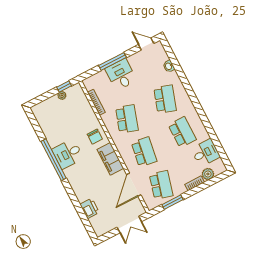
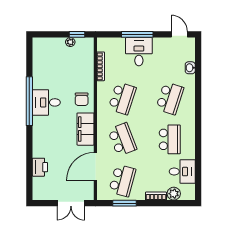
school desk: (144, 152) -> (122, 139), turned -30

